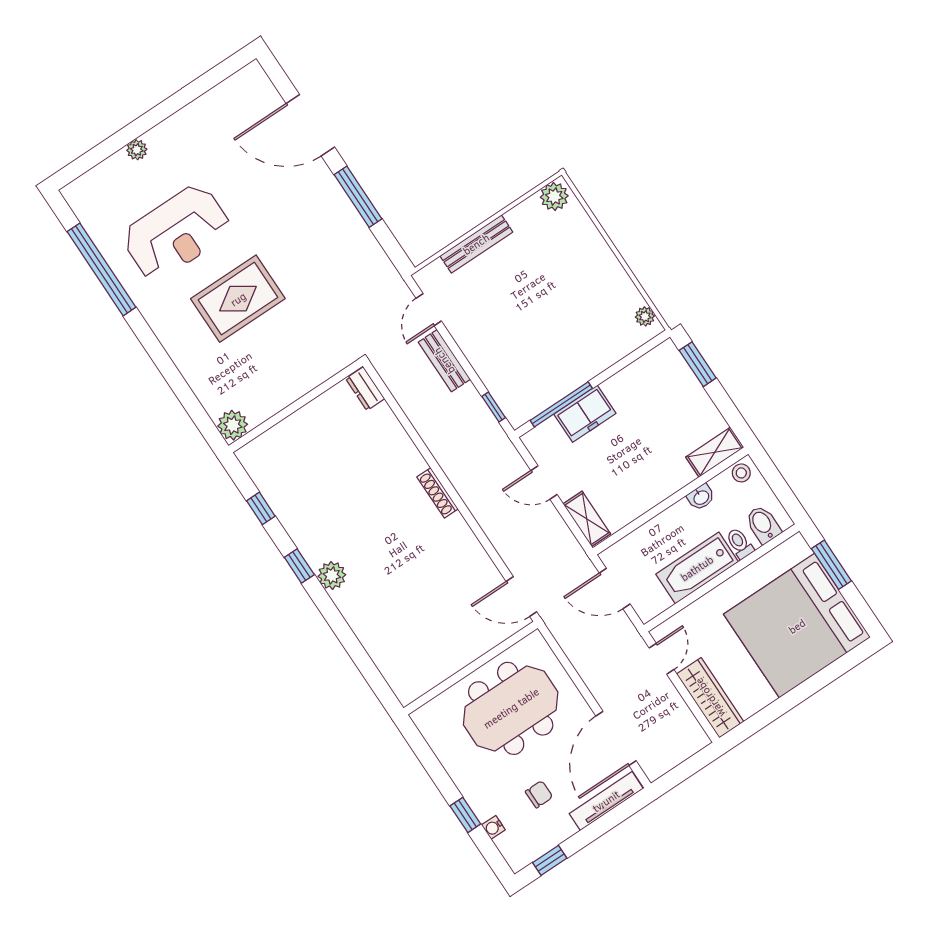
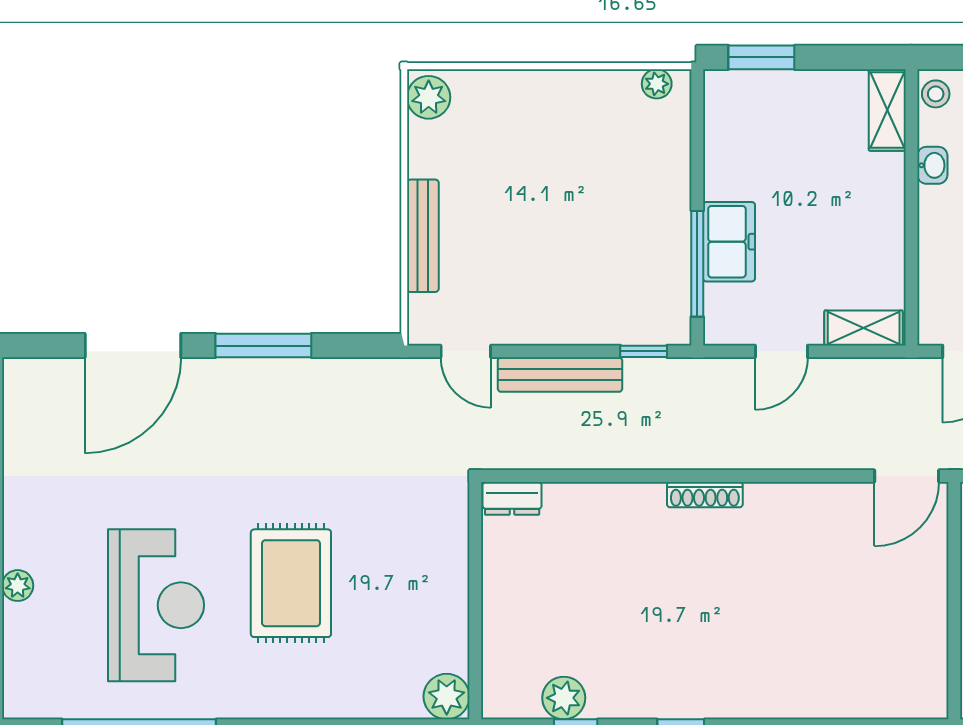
bench: (444, 361) -> (560, 375), width x1.36
plant: (332, 575) -> (564, 698), moved

